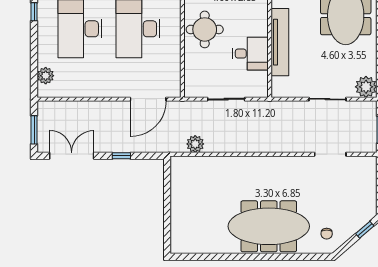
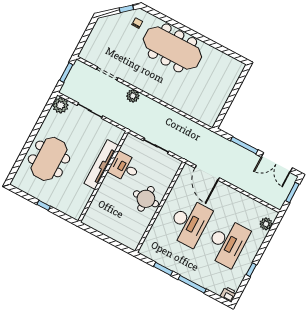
door: (148, 99) -> (207, 173), swing flipped
plant: (195, 144) -> (133, 96), moved
window: (121, 156) -> (244, 145), width x2.17
window: (365, 230) -> (126, 9), moved

